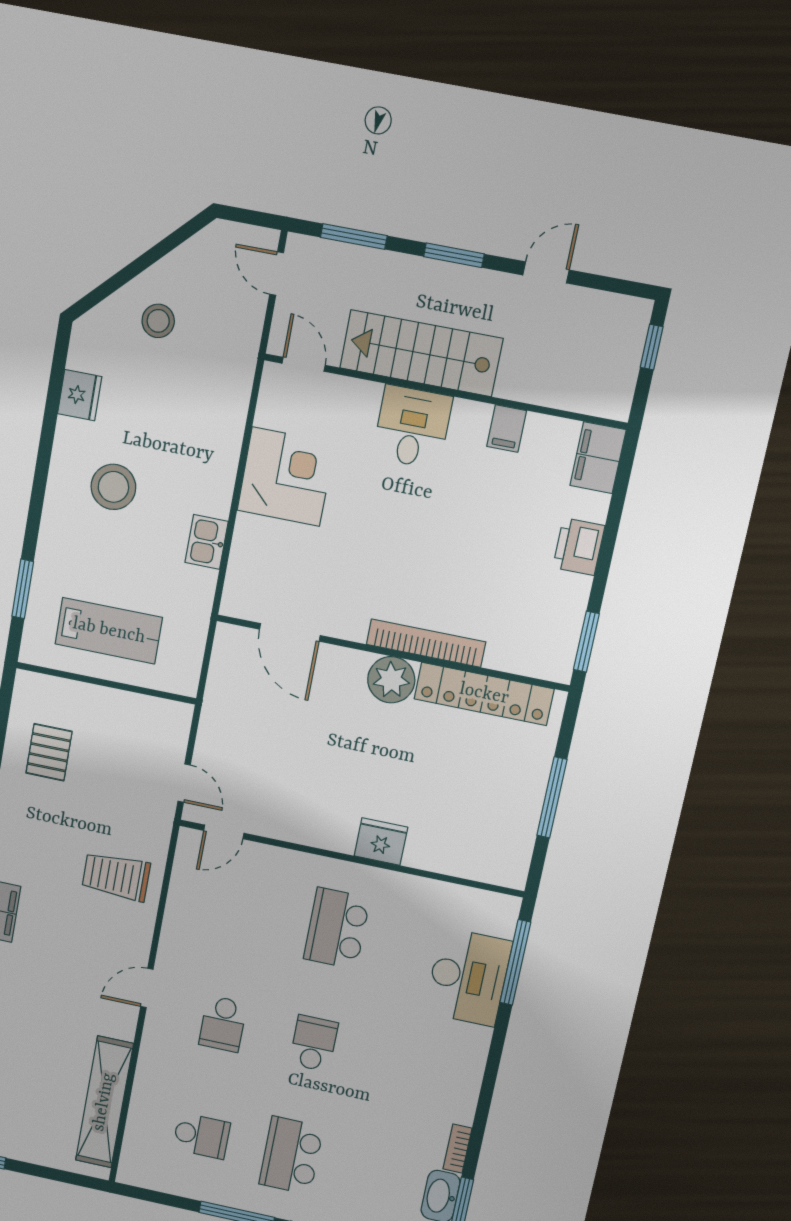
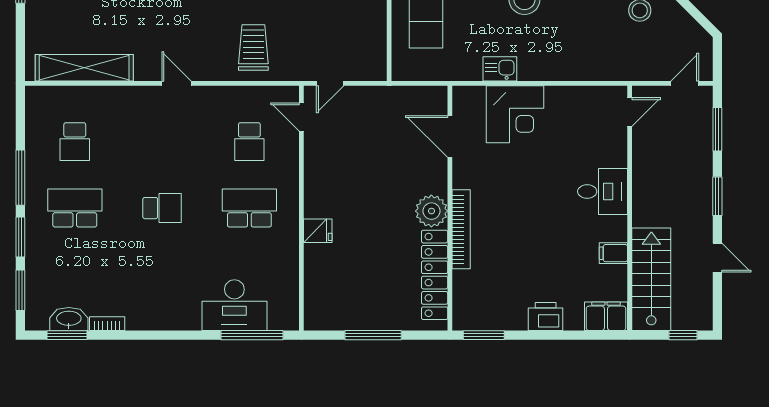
stairs: (421, 353) -> (651, 279), moved
corner desk: (286, 477) -> (515, 114), moved
door: (290, 632) -> (450, 136), hinge flipped
fridge: (381, 842) -> (318, 231), width x0.72
school desk: (223, 1024) -> (249, 142), moved, turned -90

